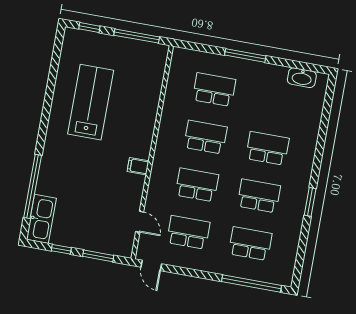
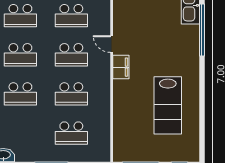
filing cabinet: (138, 166) -> (121, 67), width x2.00
door: (140, 222) -> (112, 44), moved

